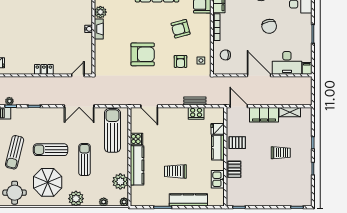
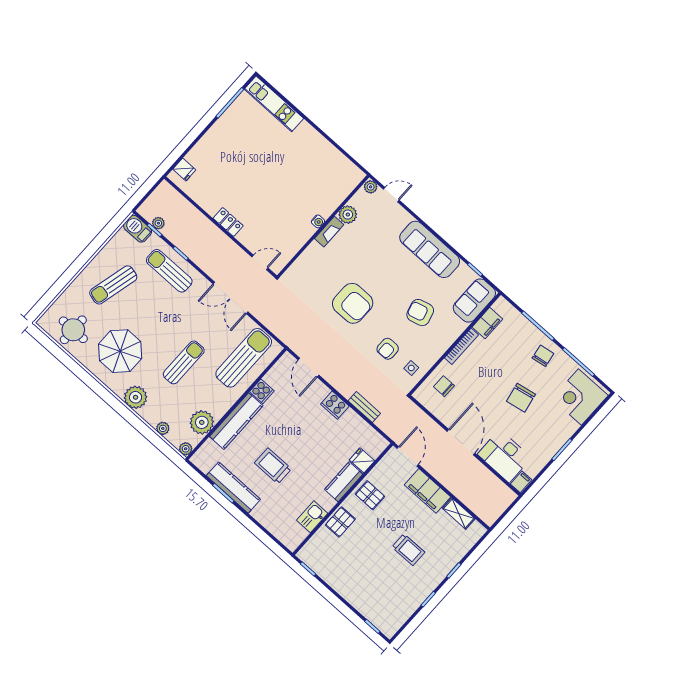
cooker: (196, 113) -> (335, 405), moved
sun lounger: (50, 150) -> (169, 271), moved
kitchen counter: (188, 200) -> (233, 488), moved

